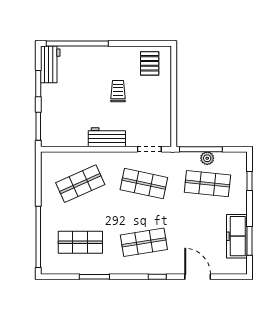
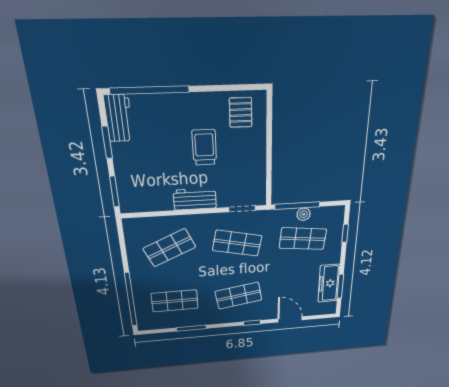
trolley: (118, 91) -> (204, 147), width x1.36, depth x1.39

